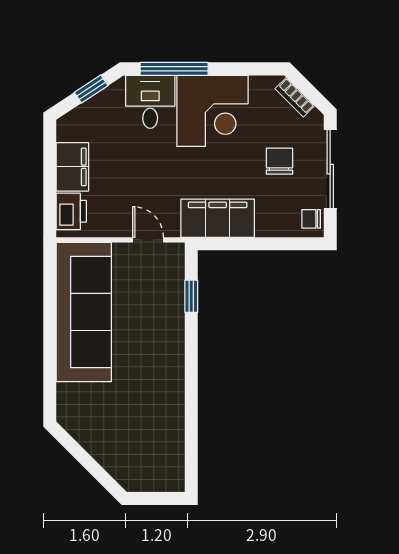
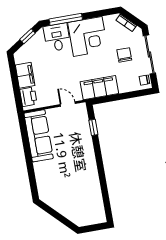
sofa: (84, 312) -> (39, 136), width x0.74, depth x0.79

